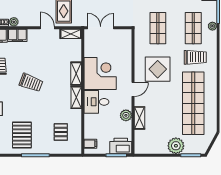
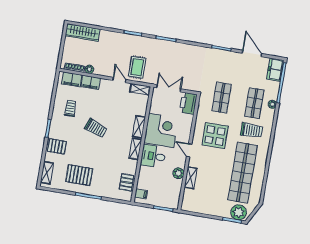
door: (133, 89) -> (189, 150), swing flipped
pallet: (61, 132) -> (126, 182), moved
pallet: (22, 135) -> (79, 175), turned 90
printer: (121, 146) -> (188, 103), moved, turned -90
plant: (176, 146) -> (239, 212), moved

